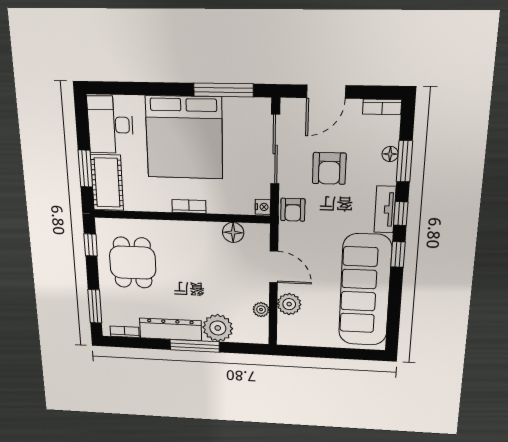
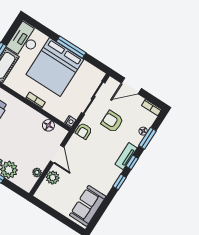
window: (223, 90) -> (71, 47), moved
armchair: (329, 168) -> (112, 121), turned 90
sofa: (365, 290) -> (88, 206), width x0.54, depth x0.79

